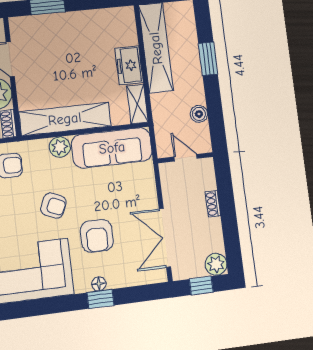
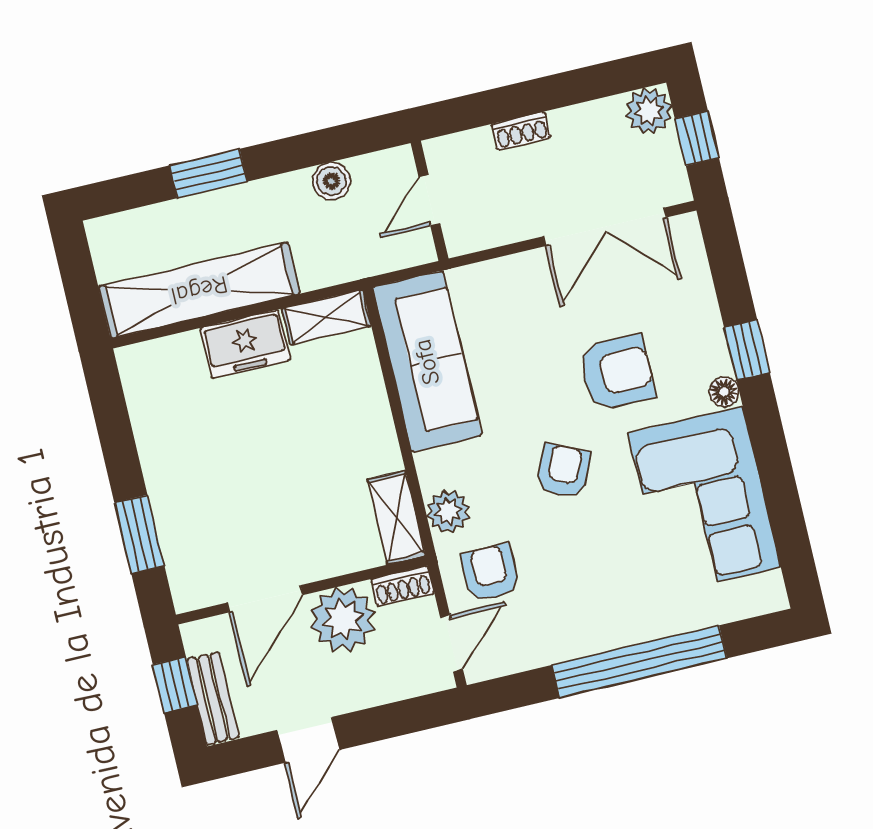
shelving: (65, 119) -> (396, 518), width x0.45, depth x0.75
plant: (60, 147) -> (448, 511), moved
floor lamp: (99, 284) -> (724, 392), moved

